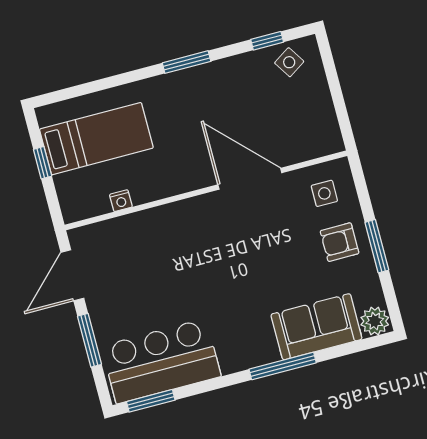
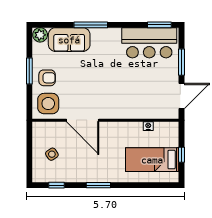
side table: (289, 62) -> (52, 154), moved
side table: (324, 193) -> (48, 104), width x1.87, depth x1.87

